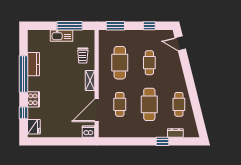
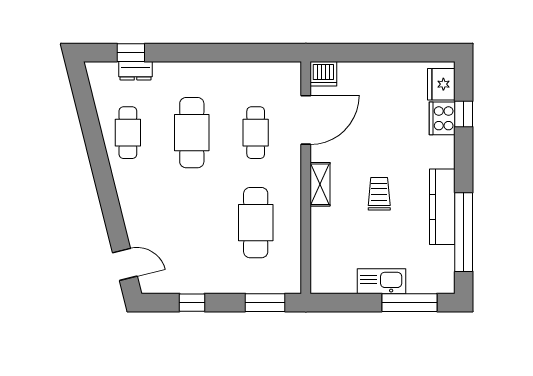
window: (70, 26) -> (409, 303), moved
trolley: (83, 55) -> (379, 194), moved
cafe table: (149, 63) -> (192, 223), removed
kitchen counter: (33, 64) -> (442, 207), width x1.50
window: (24, 74) -> (464, 232), moved
cooker: (34, 99) -> (442, 118), moved
window: (162, 141) -> (131, 53), moved

